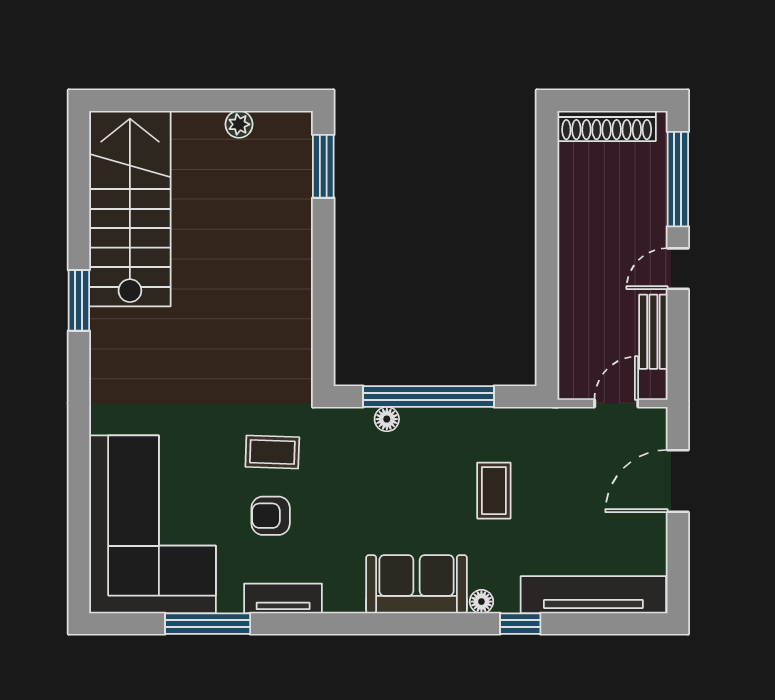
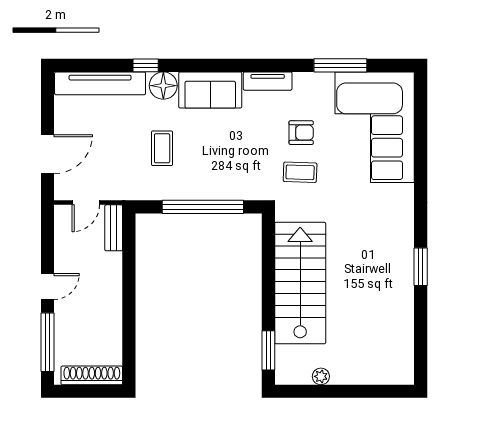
stairs: (130, 209) -> (300, 283), moved, turned 180
bench: (653, 332) -> (114, 228), moved
floor lamp: (387, 419) -> (229, 193), removed
tv unit: (283, 598) -> (268, 81), moved
floor lamp: (481, 602) -> (163, 86), width x1.89, depth x1.89

